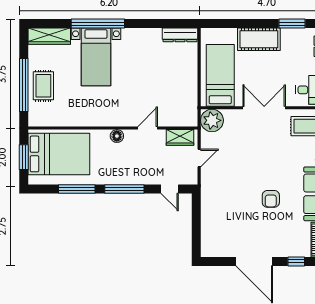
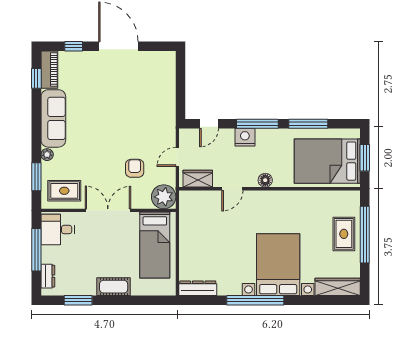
window: (98, 24) -> (255, 300), moved
cot: (259, 39) -> (114, 287), width x0.73, depth x0.75
bed with nightstands: (96, 57) -> (278, 265), width x1.36
double door: (264, 108) -> (108, 210), swing flipped
nightstand: (136, 176) -> (245, 137), added
door: (170, 189) -> (209, 124), swing flipped
armchair: (271, 199) -> (135, 168), moved

